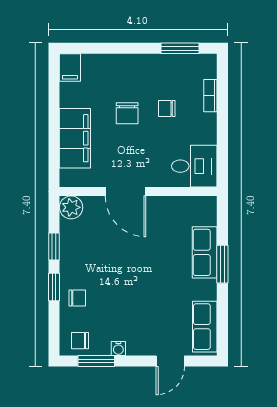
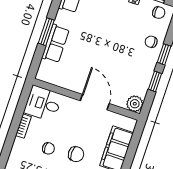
bookcase: (210, 96) -> (23, 126), moved
chair: (127, 113) -> (76, 154), turned 90

